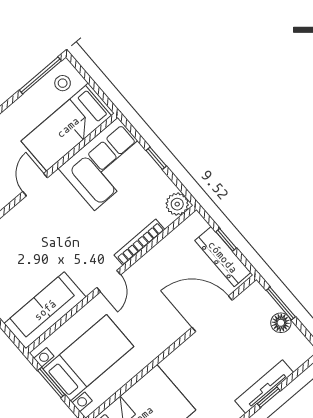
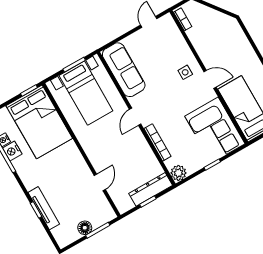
side table: (32, 222) -> (185, 72), added
dresser: (223, 257) -> (151, 189), moved
door: (109, 281) -> (135, 117), hinge flipped
door: (212, 314) -> (100, 182), width x0.53

